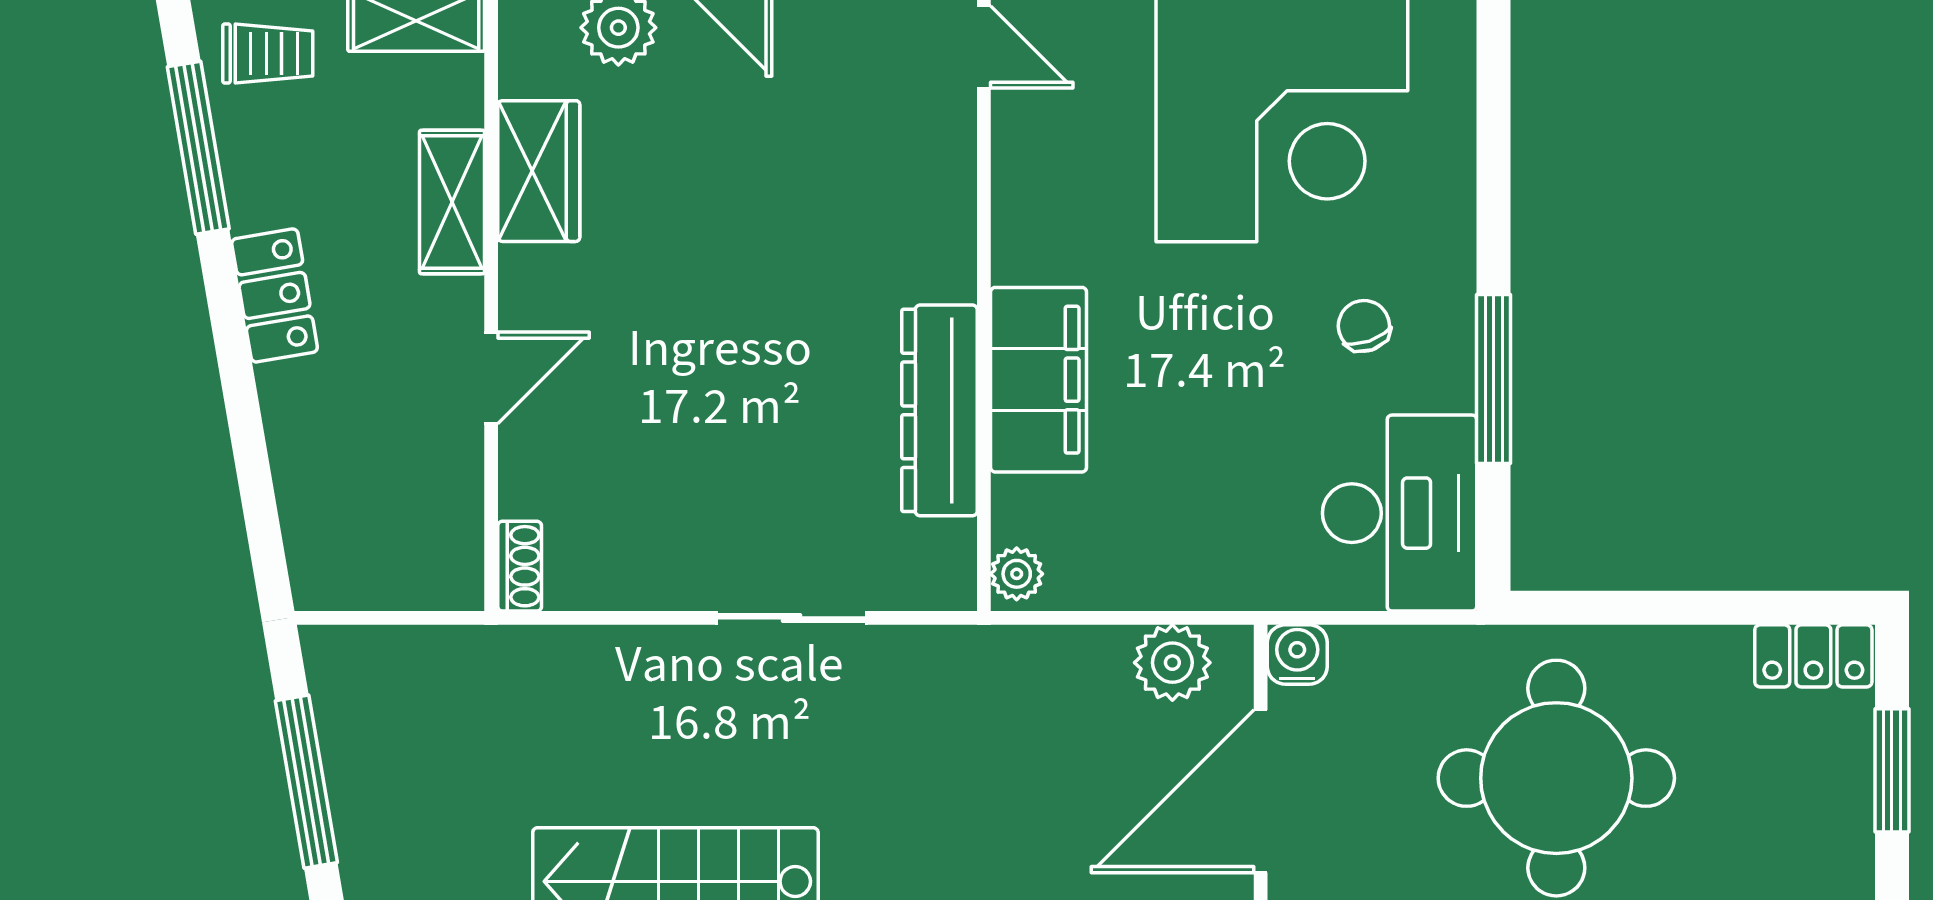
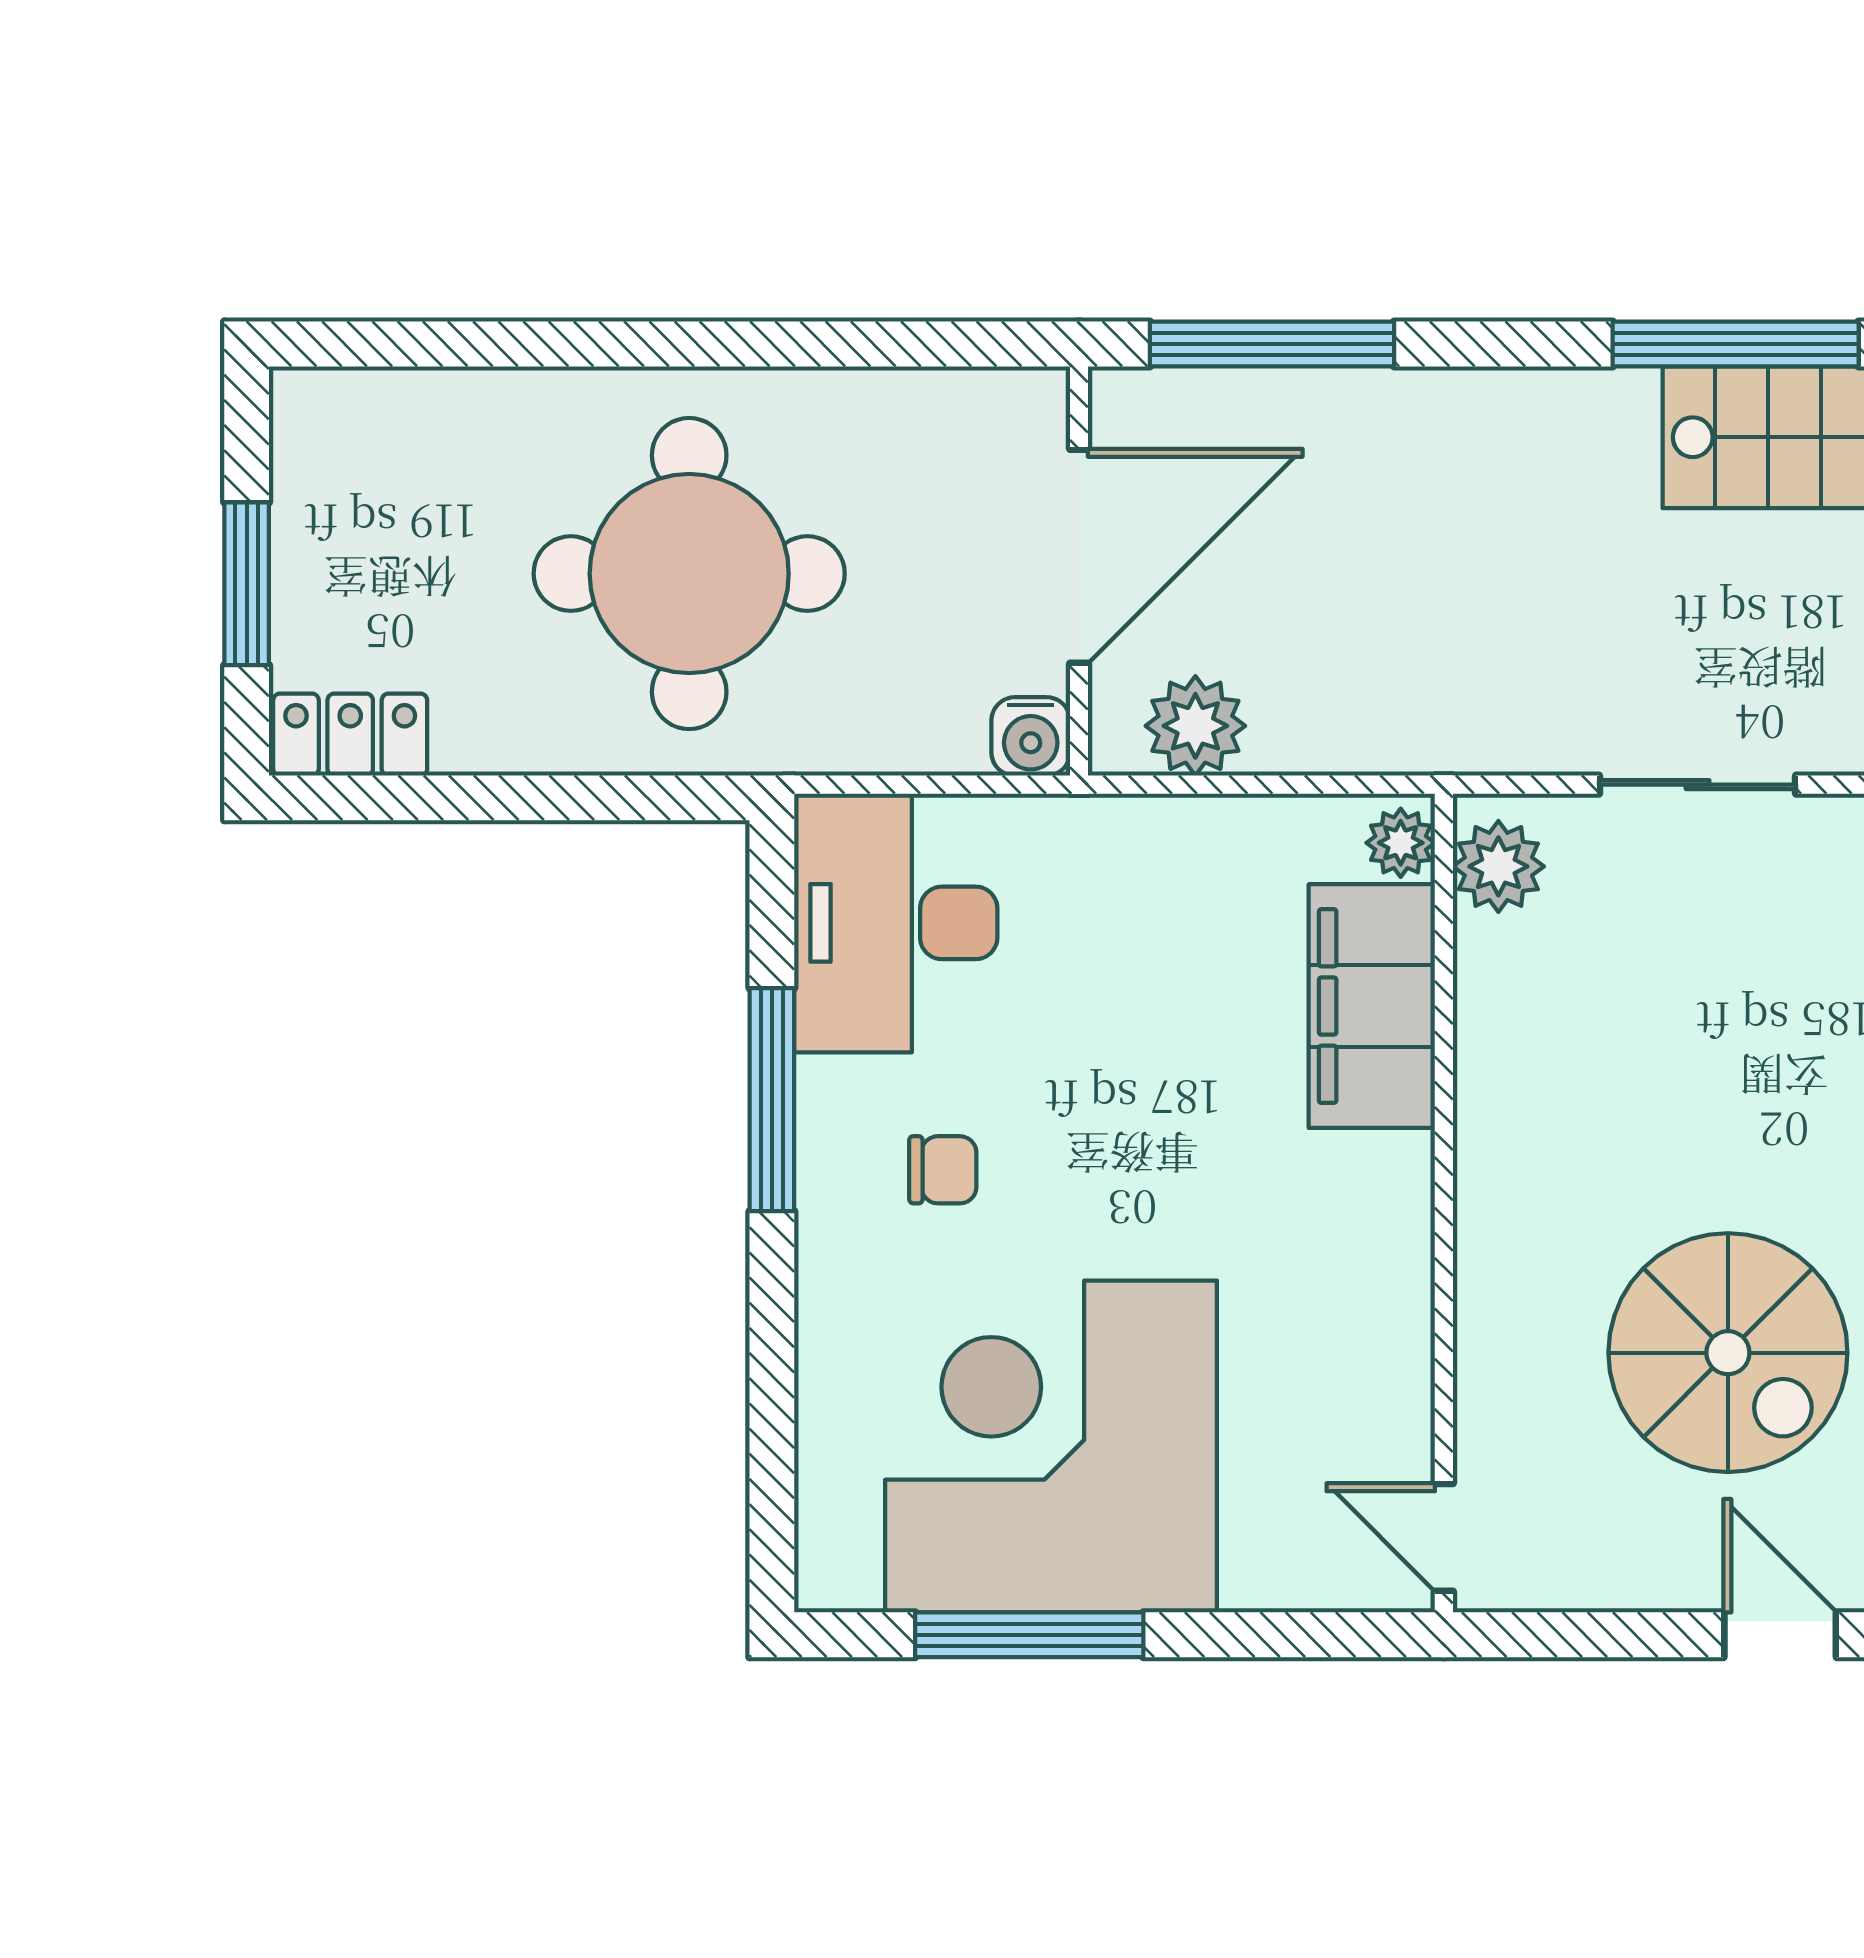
spiral stairs: (768, 187) -> (1728, 1353), added
chair: (1364, 326) -> (943, 1170), turned -71
filing cabinet: (1039, 380) -> (1372, 1006), moved
dresser: (939, 410) -> (1502, 1058), removed
plant: (943, 556) -> (1498, 866), added

